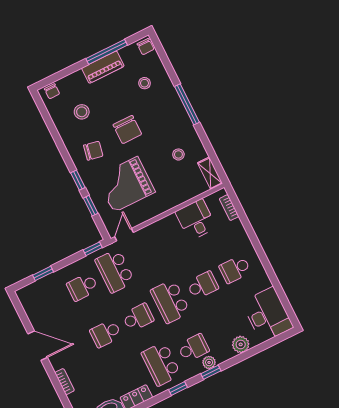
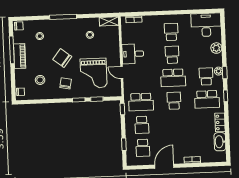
chair: (127, 130) -> (62, 58), turned -142
desk: (196, 220) -> (133, 54), moved
door: (124, 235) -> (122, 73), moved
school desk: (235, 269) -> (171, 32), turned 180
school desk: (106, 333) -> (143, 148), moved

